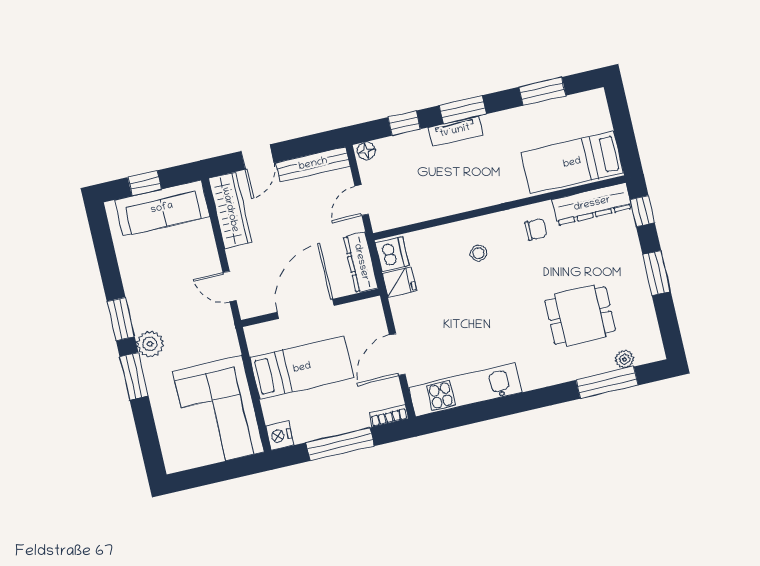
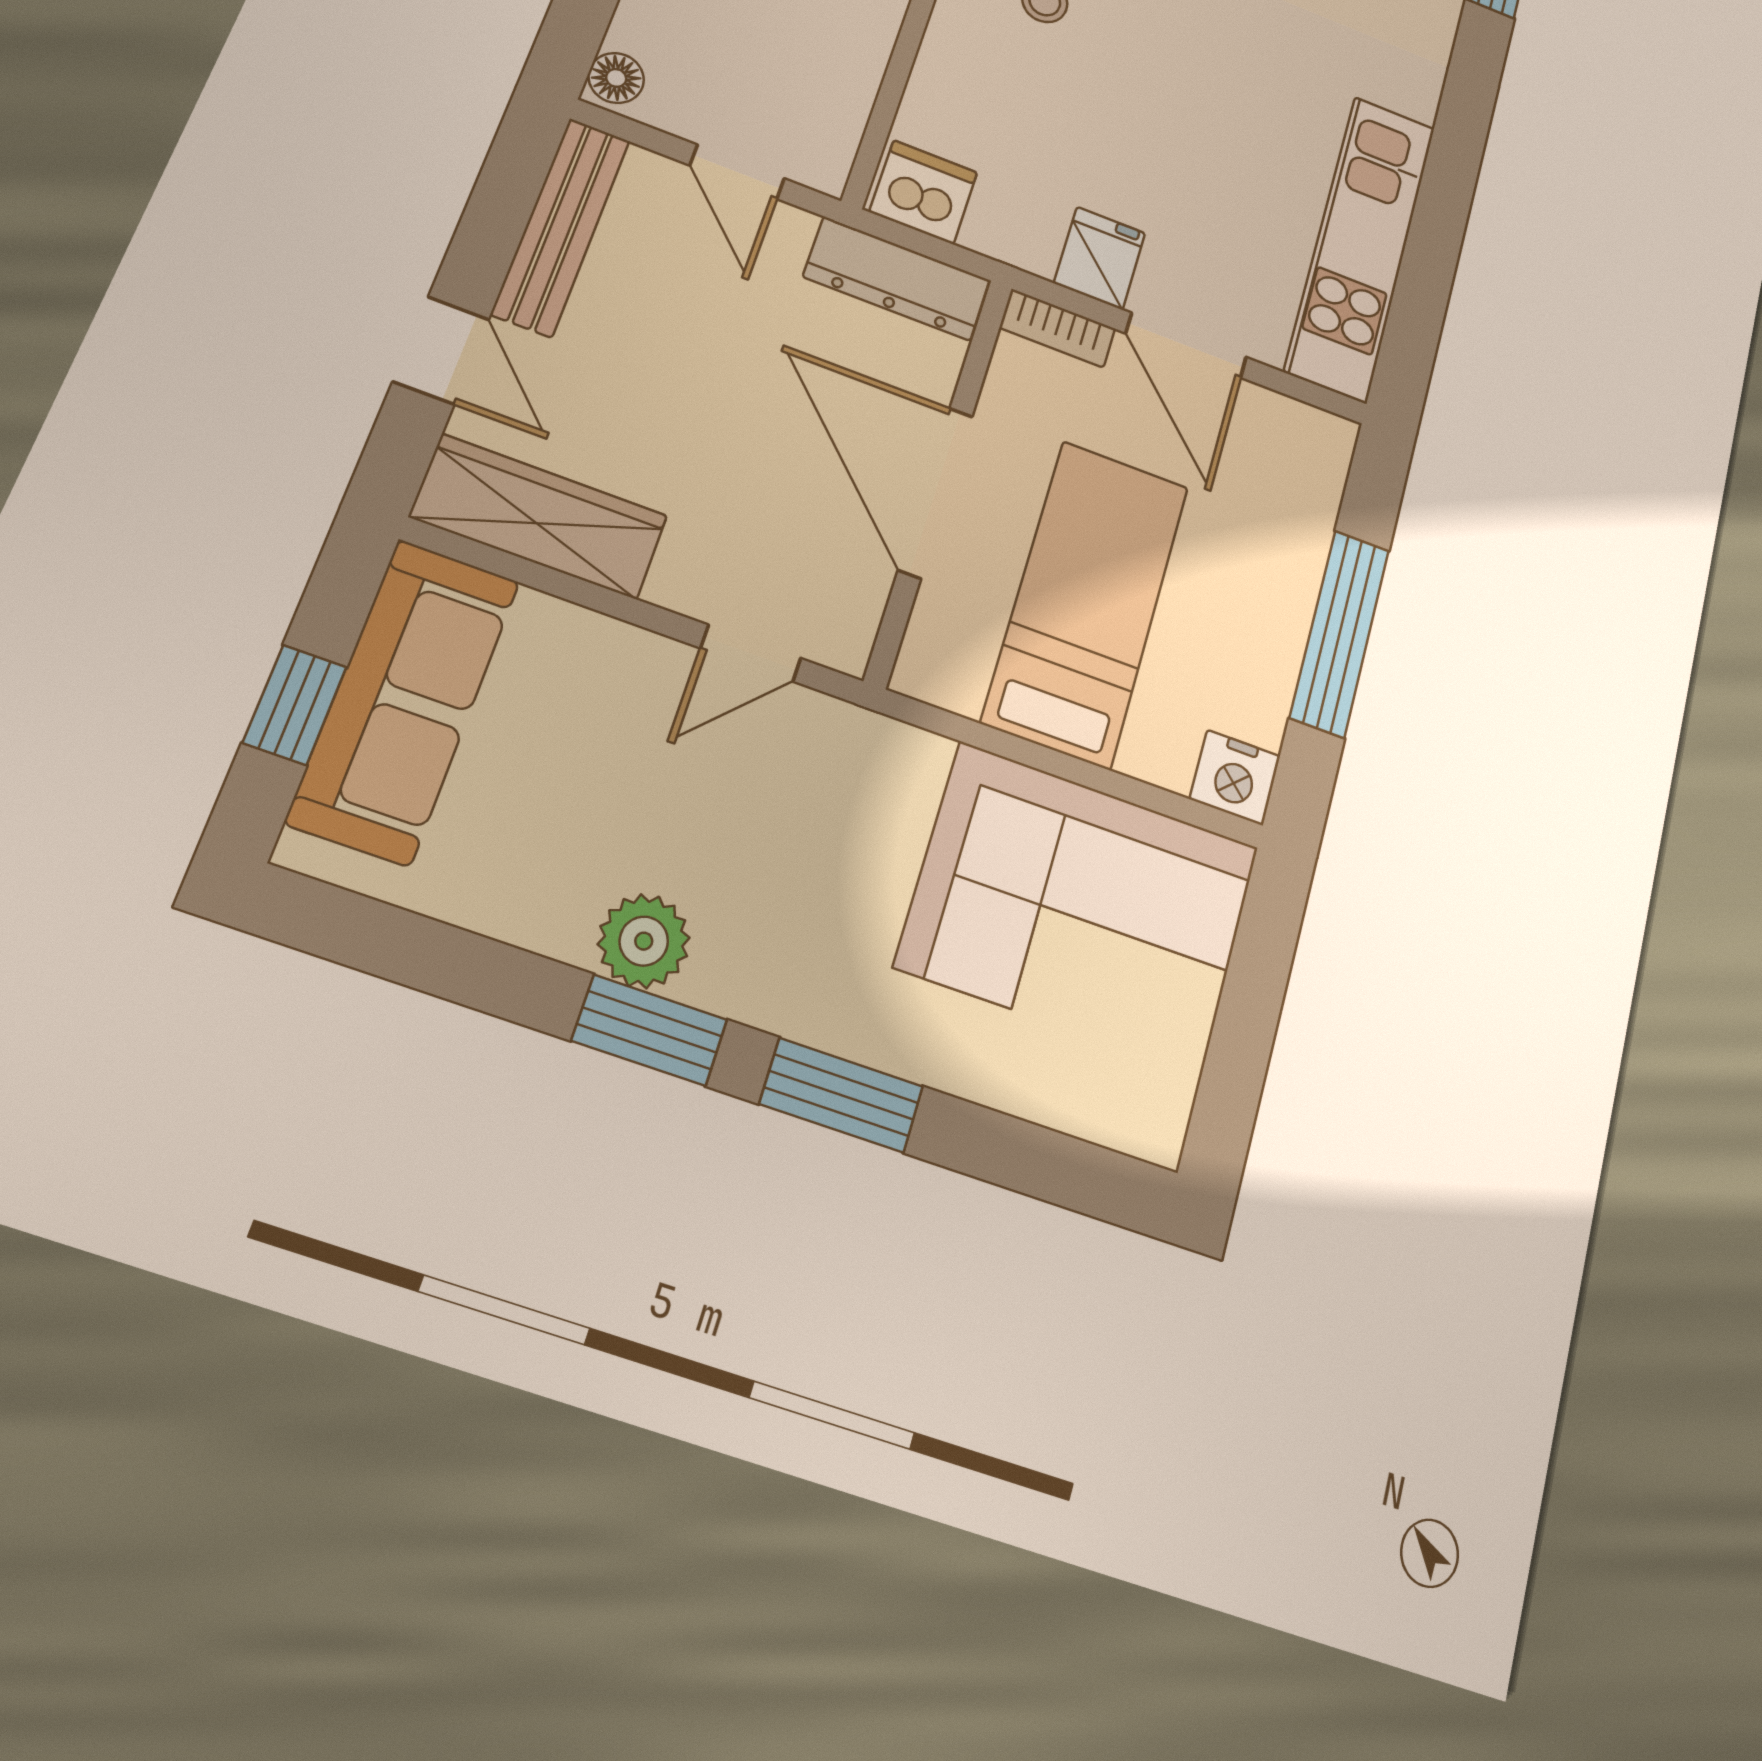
fridge: (399, 282) -> (1100, 258), moved
plant: (150, 344) -> (644, 941), moved
bookcase: (389, 416) -> (1057, 328), moved, turned -90

